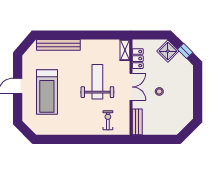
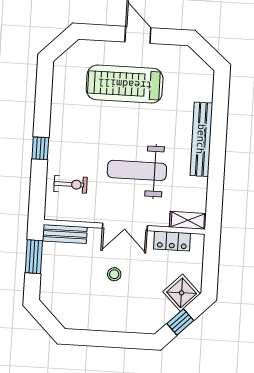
bench: (58, 45) -> (201, 139), moved
weight bench: (97, 82) -> (137, 170), turned 180
window: (88, 139) -> (40, 148), added
window: (152, 139) -> (34, 257), added

